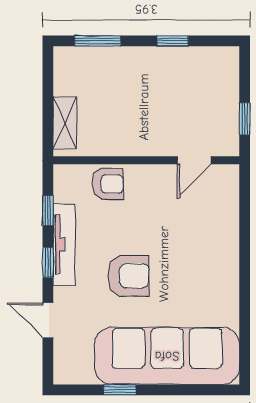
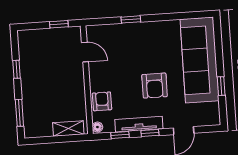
floor lamp: (64, 173) -> (97, 127), added
window: (245, 243) -> (131, 19), added
armchair: (129, 276) -> (155, 86), turned 180

